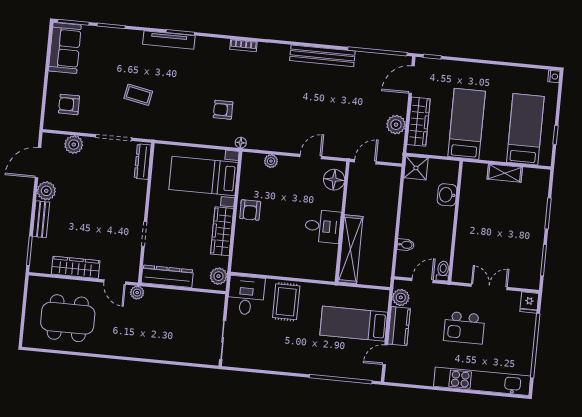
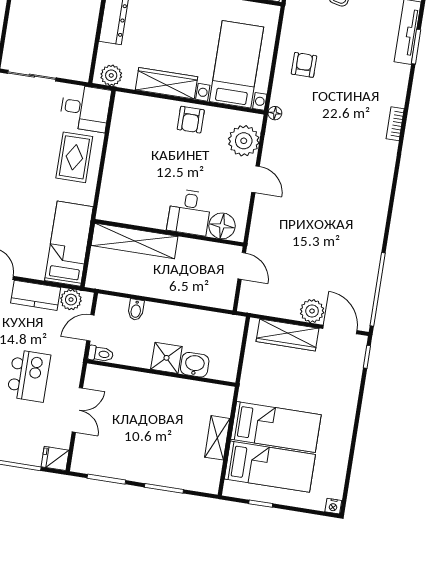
bench: (322, 56) -> (376, 221), removed
armchair: (223, 110) -> (304, 65), moved
bed: (467, 124) -> (276, 427), moved
plant: (396, 125) -> (312, 311), moved
door: (311, 157) -> (256, 179), moved
plant: (271, 161) -> (244, 141), width x1.88, depth x1.88
shower: (416, 168) -> (166, 358), moved
armchair: (250, 210) -> (191, 120), turned -90
desk: (323, 226) -> (189, 212), moved
door: (423, 280) -> (90, 328), swing flipped
rug: (286, 302) -> (74, 157), turned 90
bed: (354, 324) -> (69, 244), moved
kitchen island: (464, 328) -> (29, 376), turned 180

